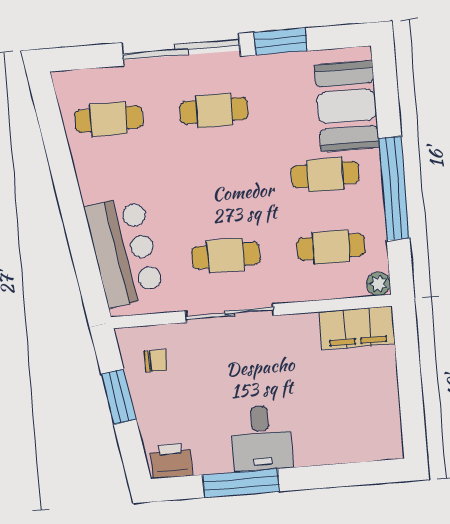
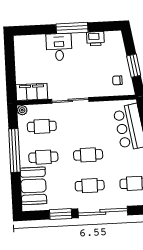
cafe table: (226, 255) -> (88, 155), moved
sliding door: (230, 313) -> (70, 100), moved
desk: (261, 438) -> (59, 47), moved
printer: (171, 461) -> (95, 39), moved
window: (241, 483) -> (72, 28), moved

